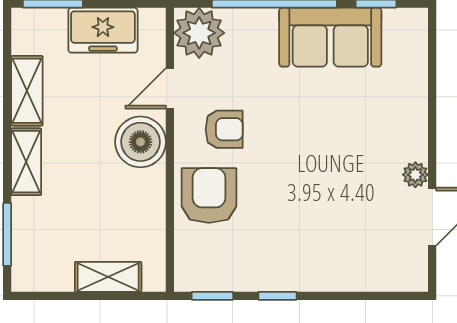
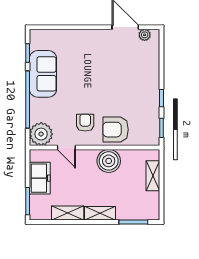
boiler: (140, 142) -> (109, 161), moved
plant: (415, 175) -> (145, 35), moved

